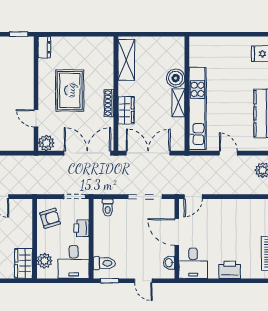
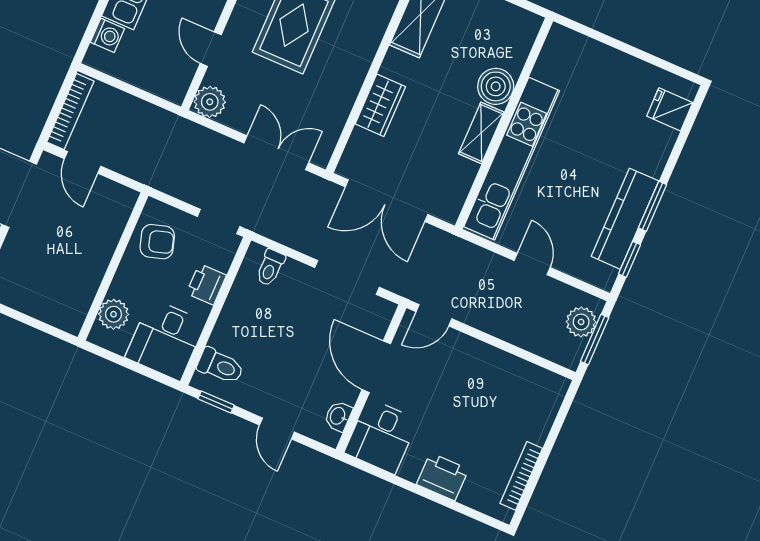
shoe rack: (109, 103) -> (355, 79), removed
double door: (87, 153) -> (276, 153), width x0.73
double door: (148, 153) -> (387, 201), swing flipped
wardrobe: (24, 263) -> (74, 303), removed

